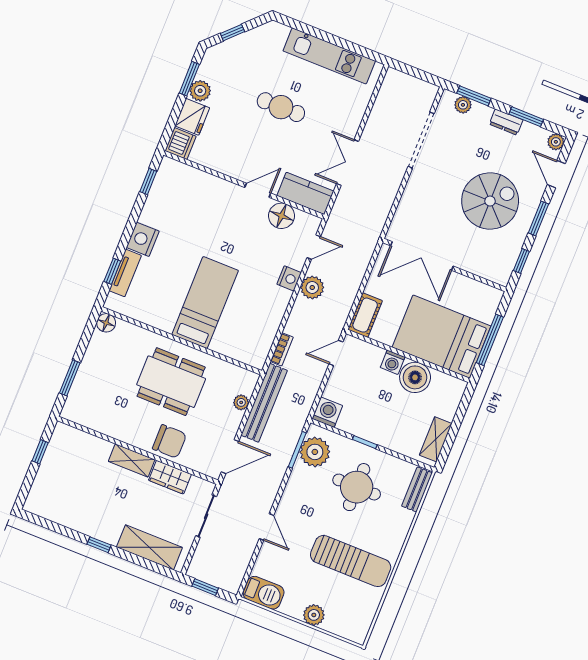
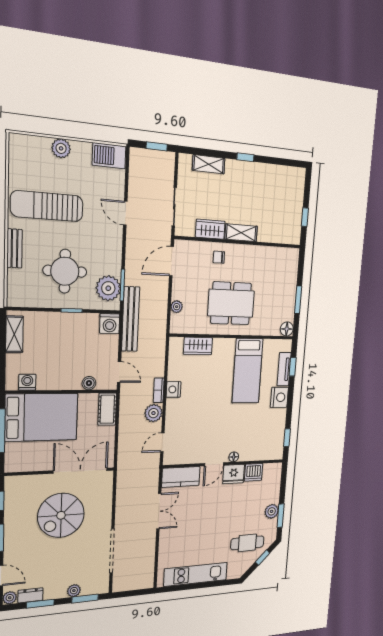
plant: (463, 105) -> (74, 591), moved
cafe table: (281, 107) -> (247, 543), moved
fridge: (192, 117) -> (234, 474), moved, turned -90
dresser: (506, 122) -> (31, 595), moved
dishwasher: (181, 144) -> (254, 472), moved, turned -90
spiral stairs: (490, 201) -> (61, 515), moved
floor lamp: (281, 216) -> (234, 457), moved, width x0.53, depth x0.53
nightstand: (289, 278) -> (173, 389), moved
bed: (205, 303) -> (247, 371), moved
wardrobe: (230, 346) -> (198, 346), added
bookcase: (282, 349) -> (159, 390), moved
door: (336, 353) -> (119, 372), hinge flipped
washing machine: (393, 362) -> (27, 382), moved
boiler: (415, 377) -> (89, 383), moved, width x0.54, depth x0.54
window: (70, 378) -> (298, 300), moved
bench: (264, 403) -> (131, 319), moved
chair: (169, 441) -> (219, 257), width x0.54, depth x0.54
bench: (417, 489) -> (14, 248), moved
shelving: (149, 547) -> (209, 164), width x0.67, depth x0.75

